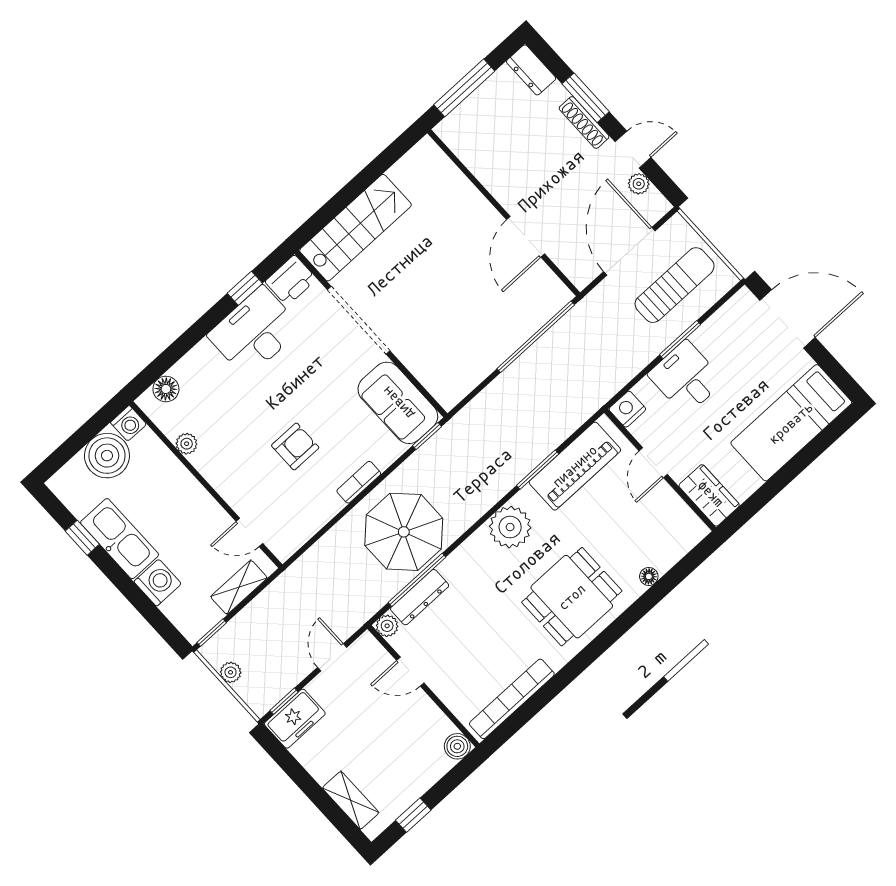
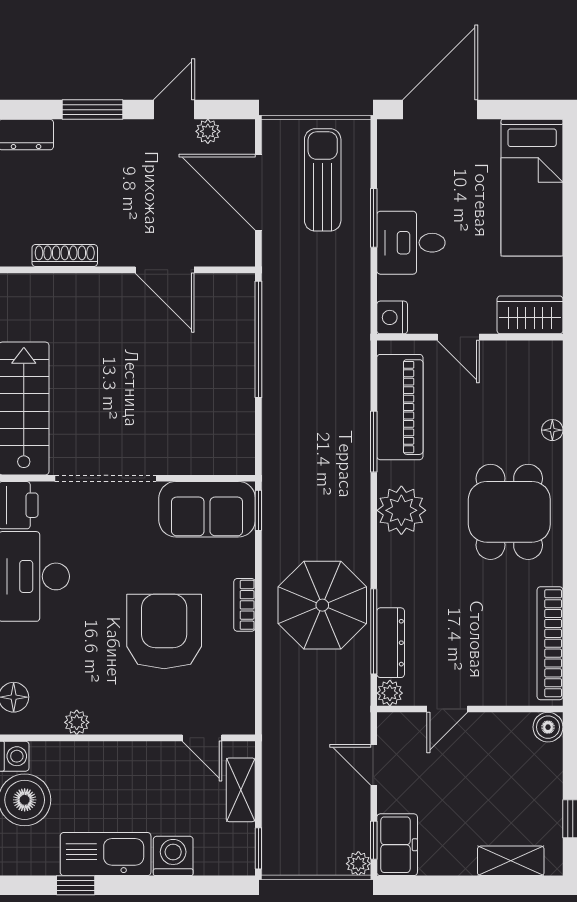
shoe rack: (584, 122) -> (65, 256), moved, turned 180
armchair: (295, 446) -> (164, 631), width x1.88, depth x1.88
door: (249, 532) -> (202, 738), hinge flipped
plant: (231, 672) -> (358, 864), moved

